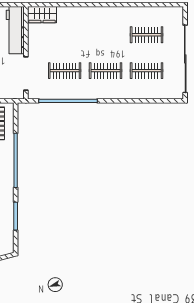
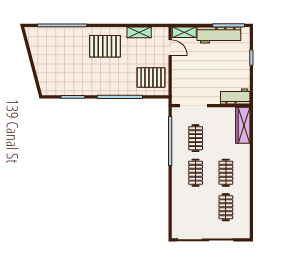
wardrobe: (42, 15) -> (243, 125), width x1.50
workbench: (15, 30) -> (235, 97), width x0.73
clothes rail: (147, 71) -> (226, 173), moved

